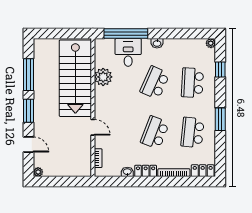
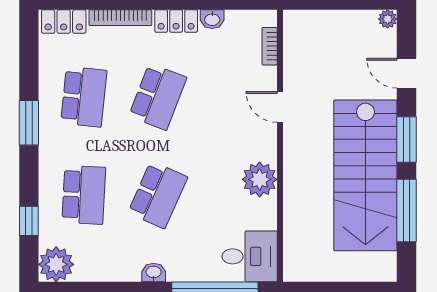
plant: (211, 43) -> (56, 264), width x1.88, depth x1.88
desk: (128, 52) -> (250, 256), moved, turned -90
plant: (103, 77) -> (260, 179), moved
stairs: (75, 78) -> (365, 175), moved, turned 180

